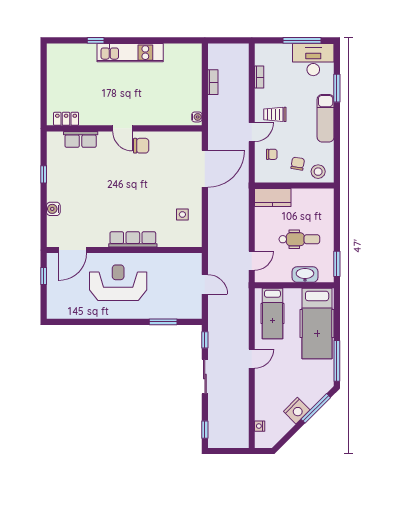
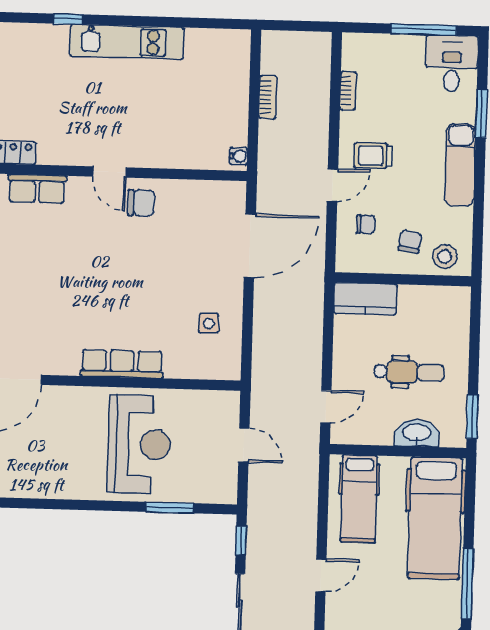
desk: (313, 60) -> (452, 63), width x0.73
reception desk: (118, 283) -> (139, 444), moved, turned 90

